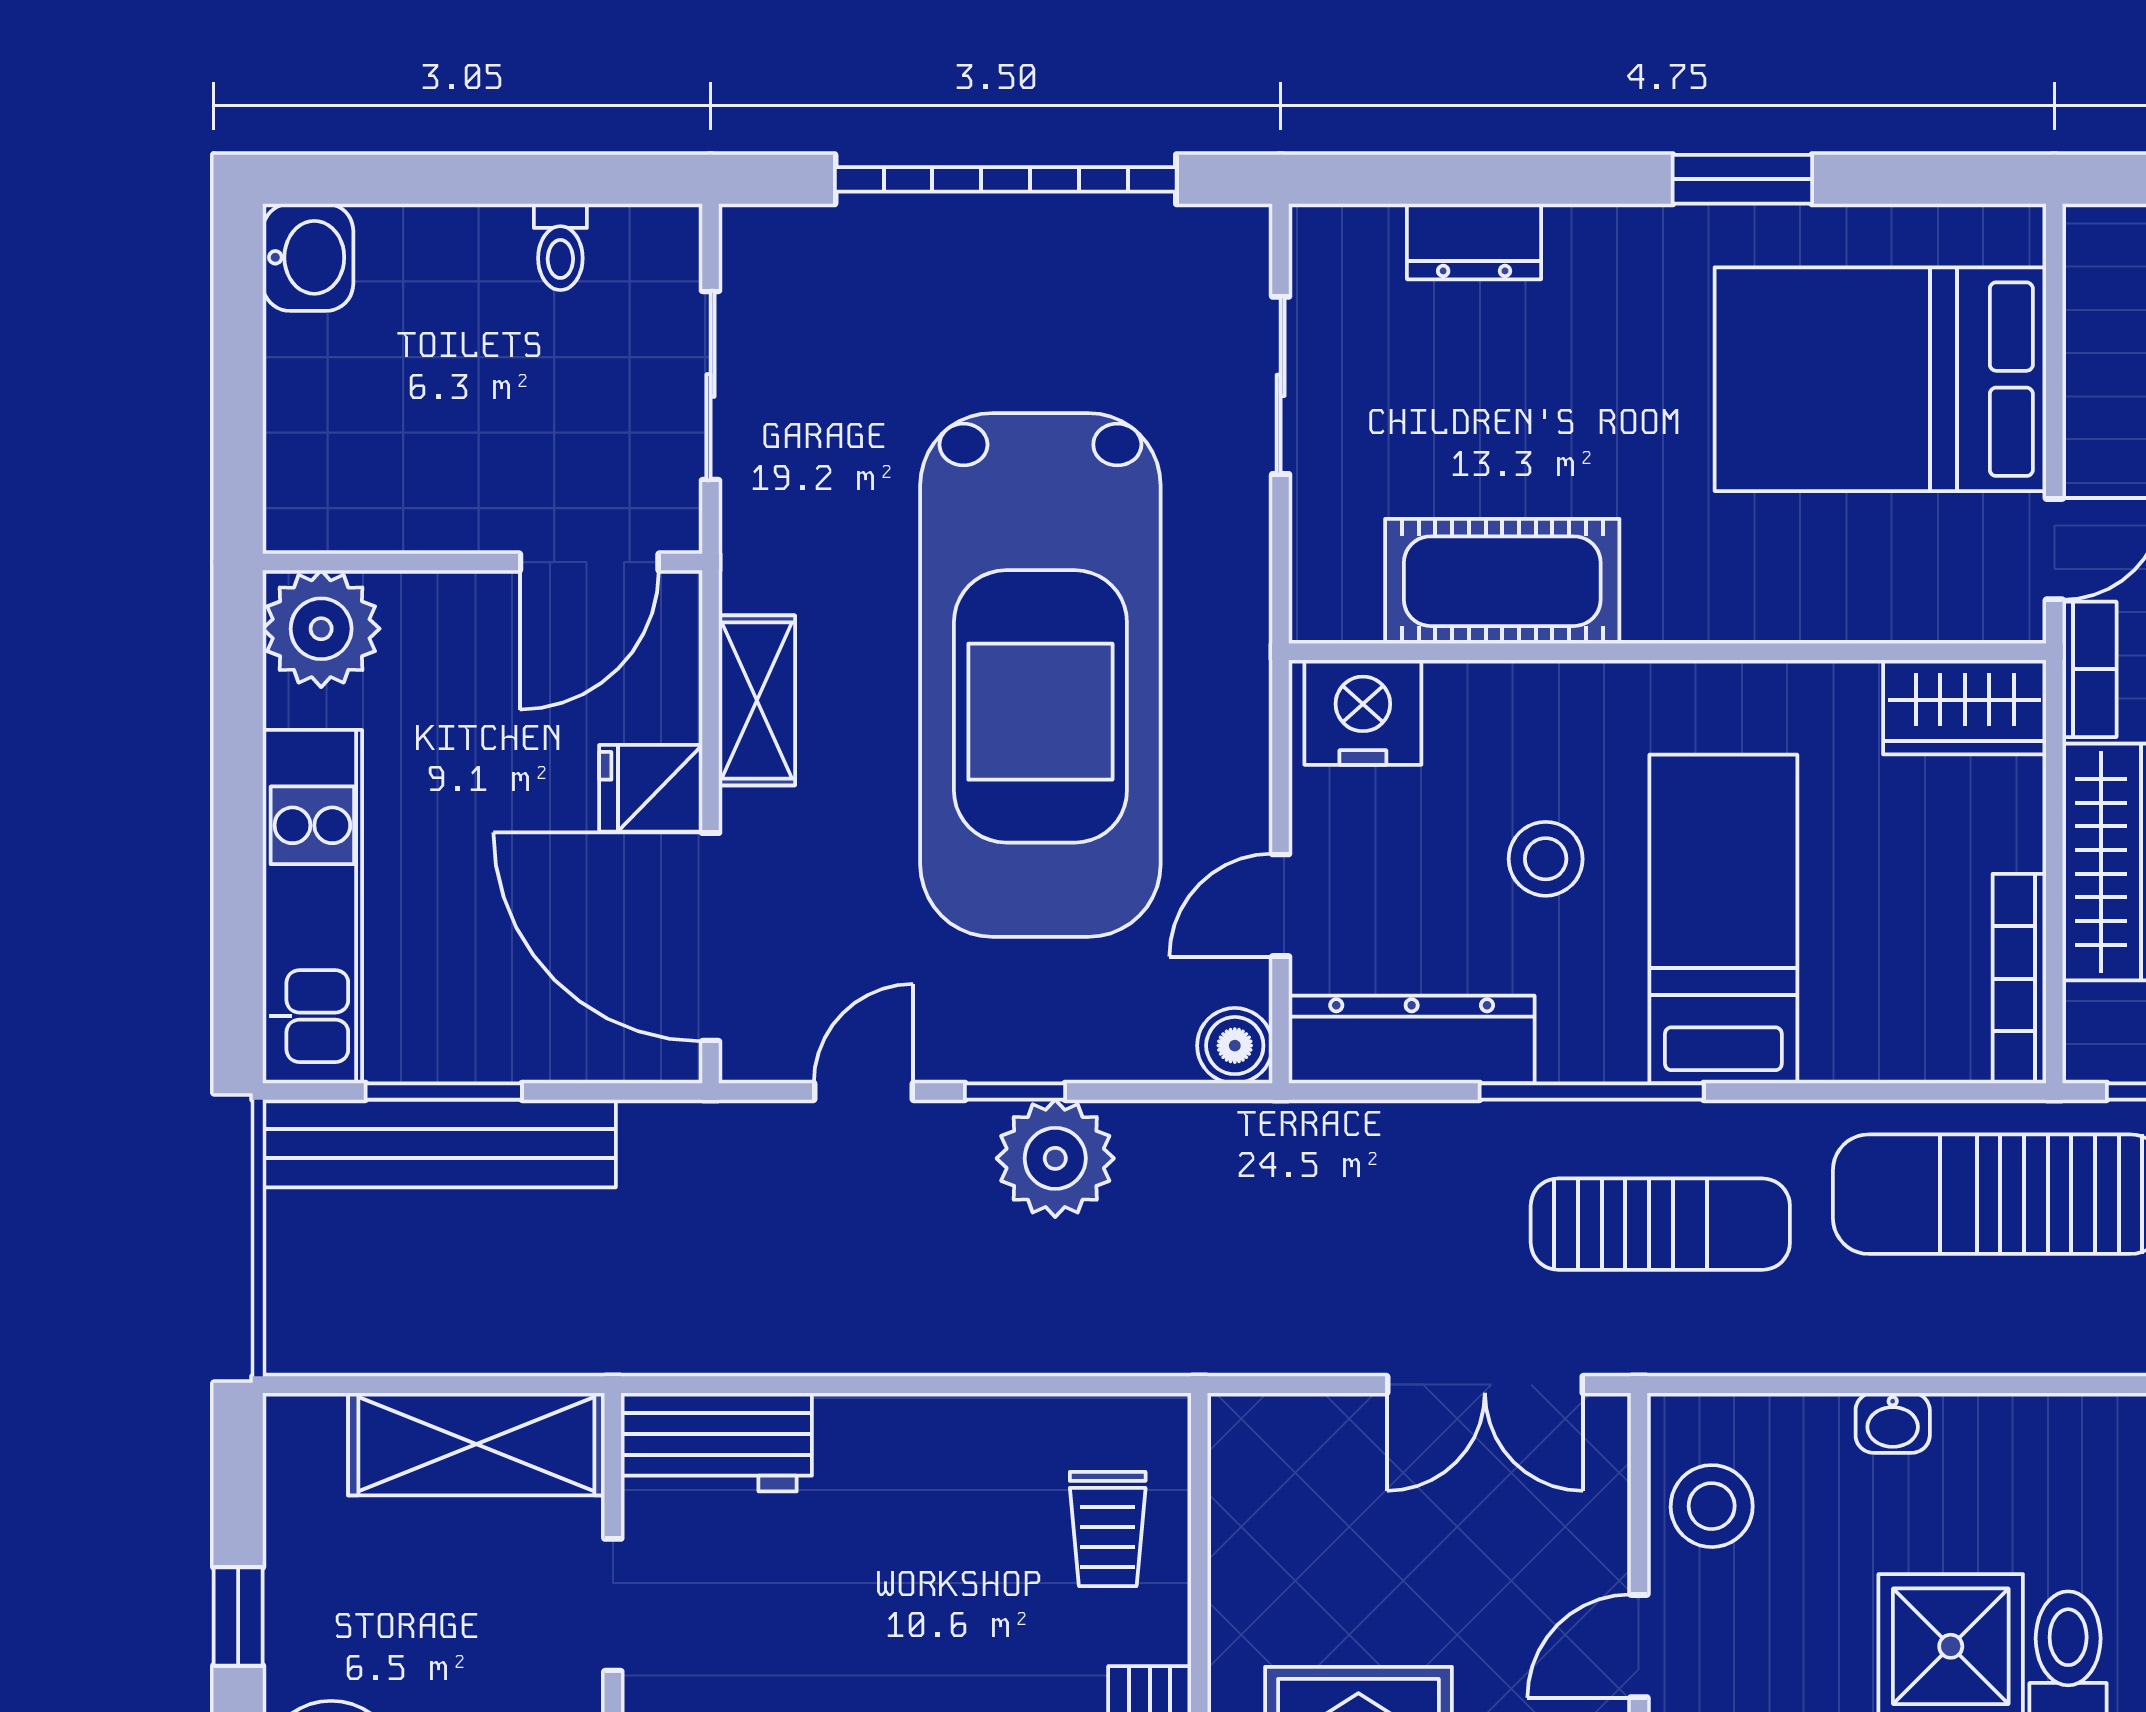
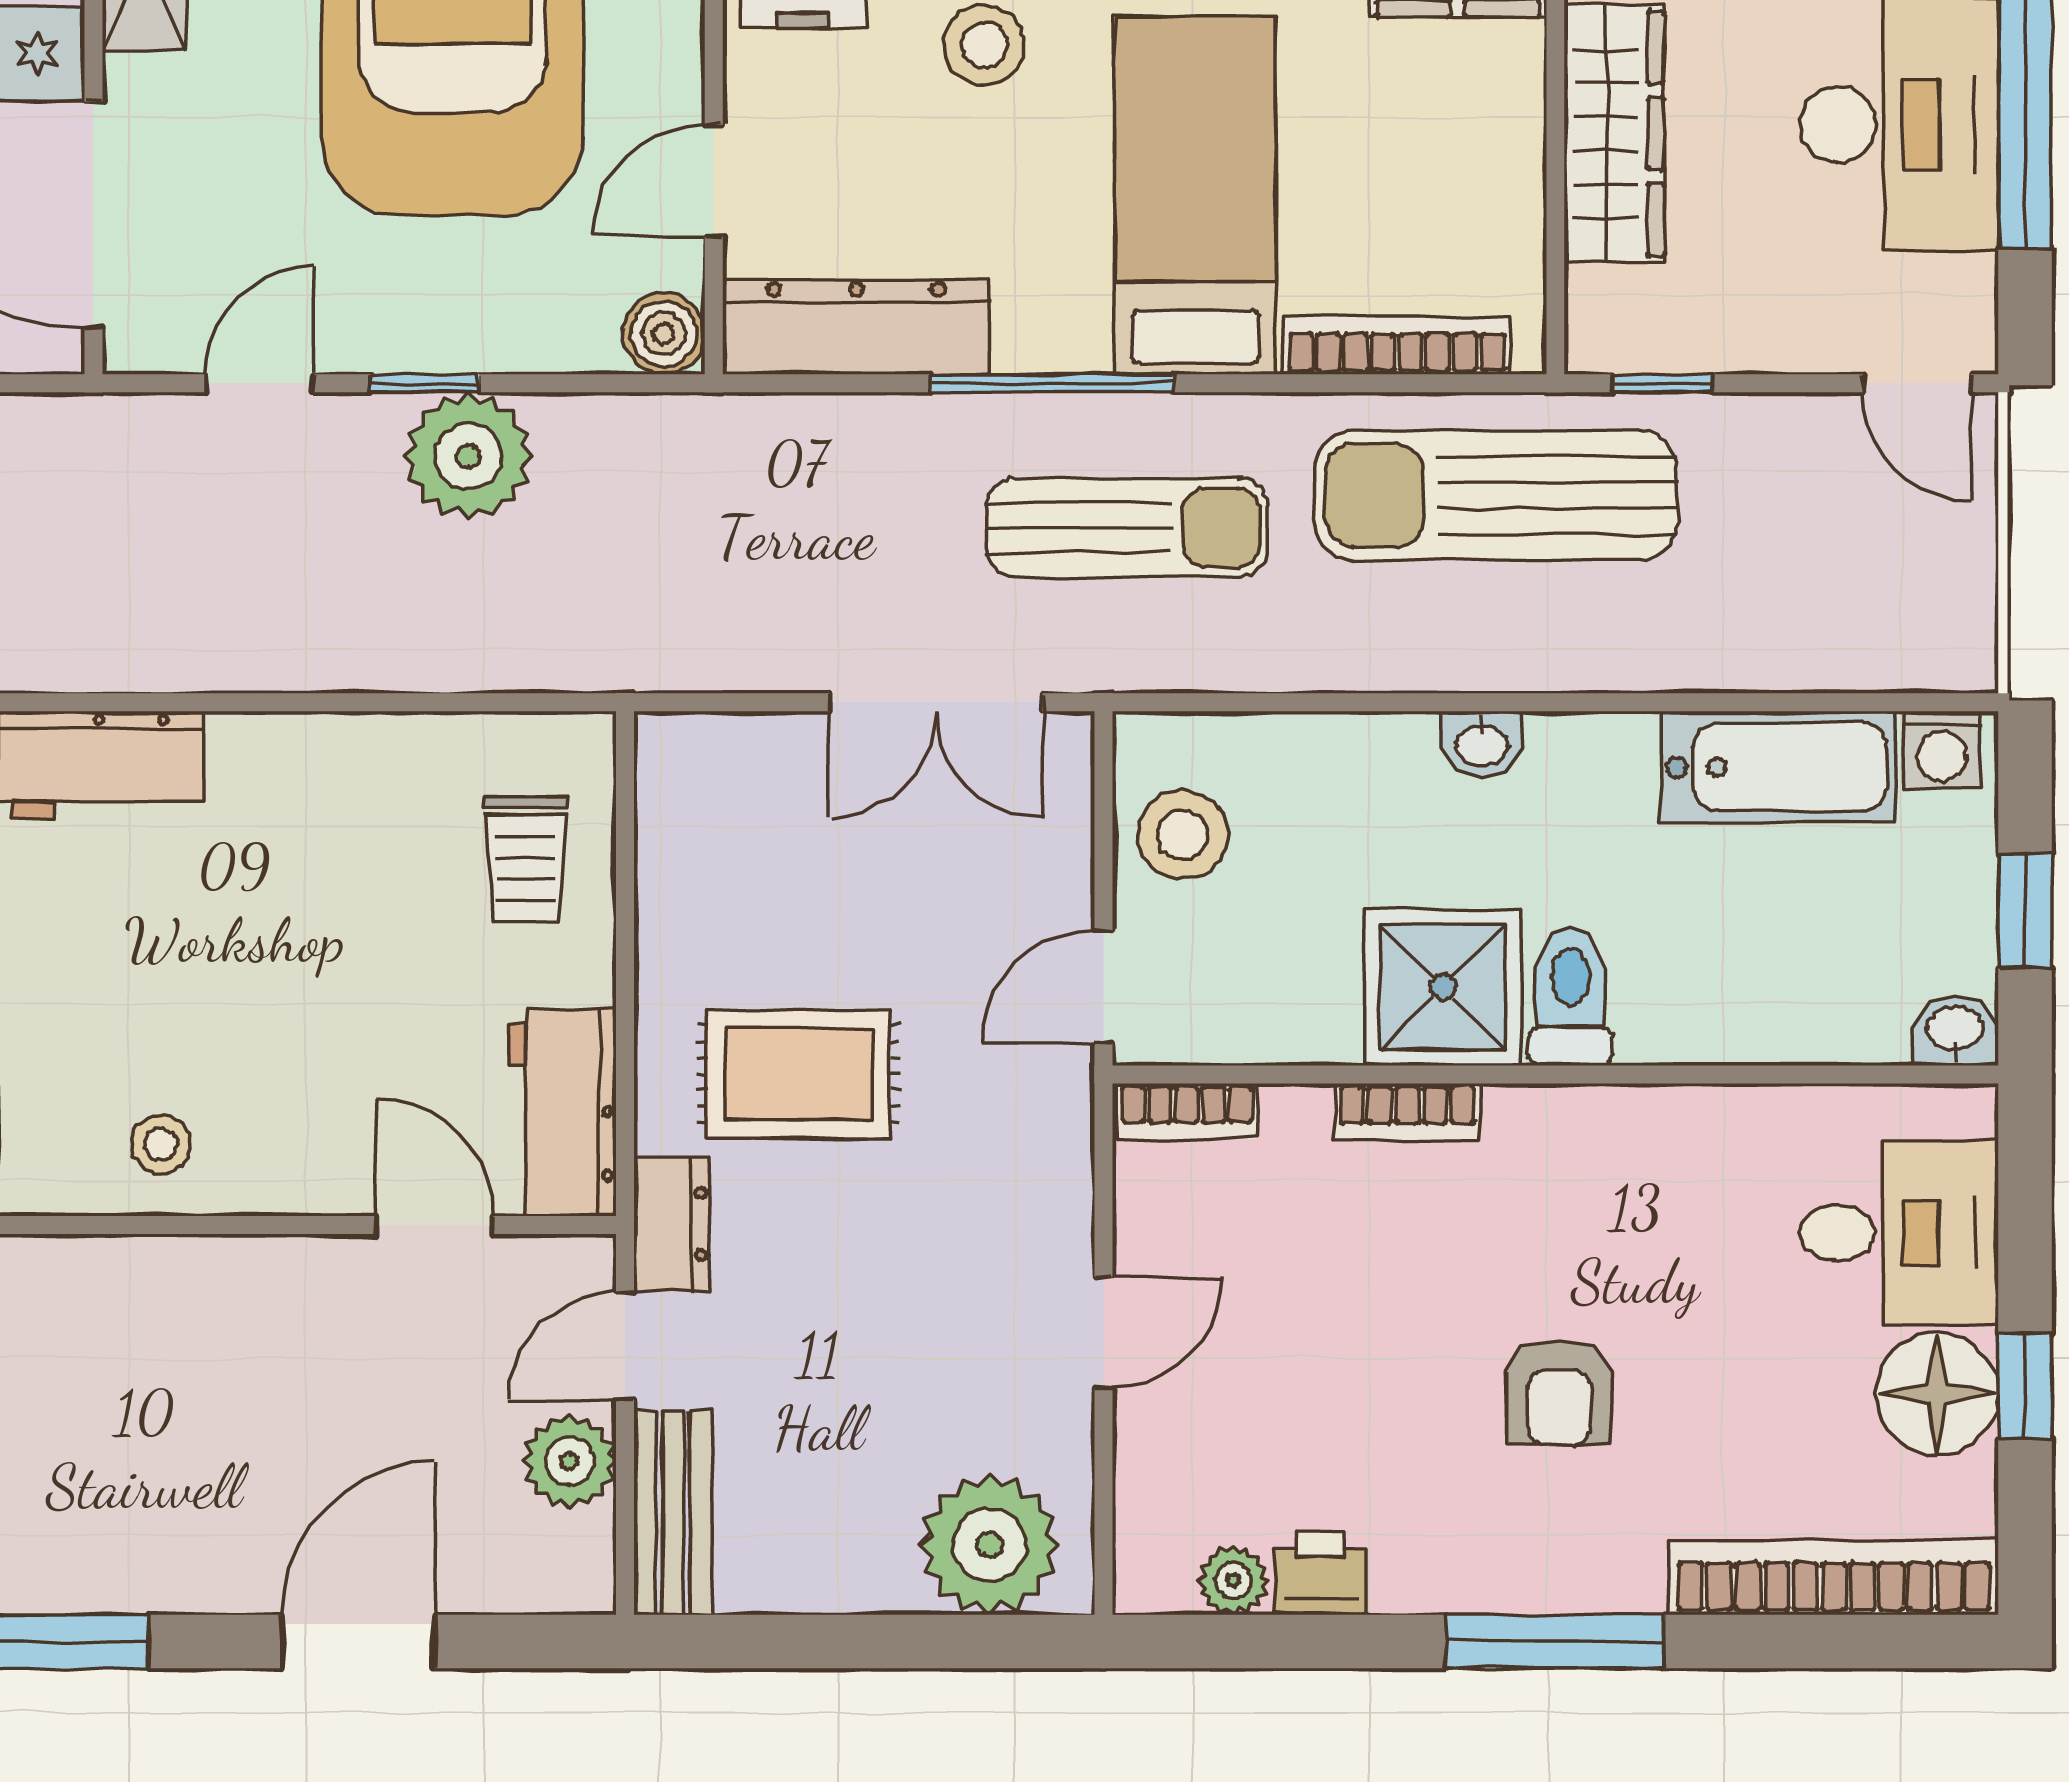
stool: (1546, 859) -> (984, 45), moved
bookcase: (2019, 979) -> (1397, 345), moved, turned 90
washbasin: (1893, 1423) -> (1482, 744), moved

